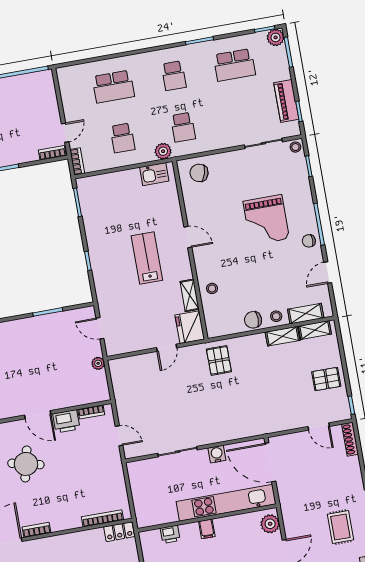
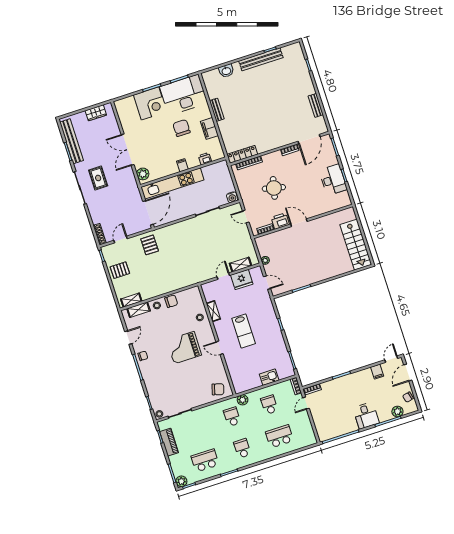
kitchen sink: (154, 174) -> (269, 377), moved
grand piano: (266, 220) -> (184, 348), moved, turned -90
fridge: (190, 327) -> (242, 279), moved, turned 90
shelving: (283, 336) -> (241, 265), moved
pallet: (219, 360) -> (150, 245), moved
door: (319, 426) -> (121, 240), hinge flipped
water cooler: (217, 454) -> (232, 197), moved
door: (270, 462) -> (148, 213), hinge flipped
round table: (26, 464) -> (274, 188), moved
locker: (119, 532) -> (242, 154), width x1.53

